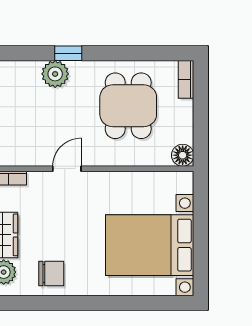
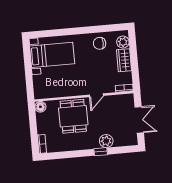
dining table: (128, 106) -> (73, 116), moved
bed with nightstands: (150, 245) -> (52, 55), width x0.73

